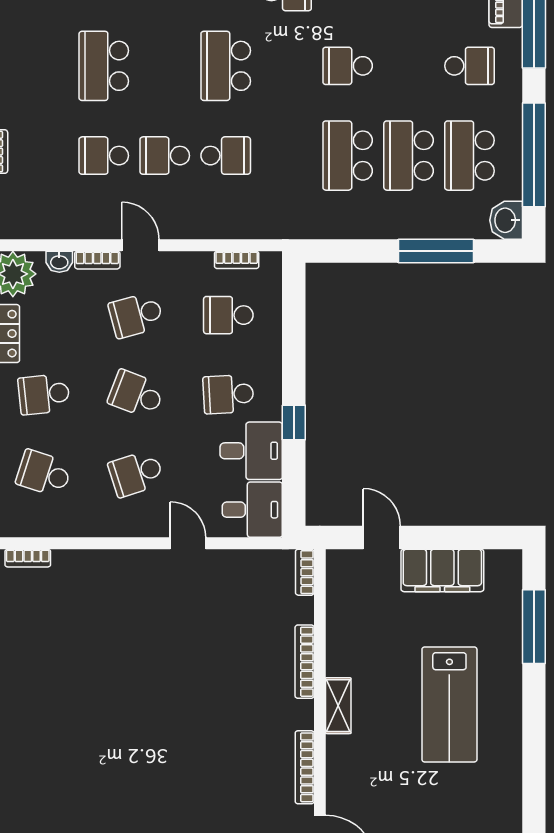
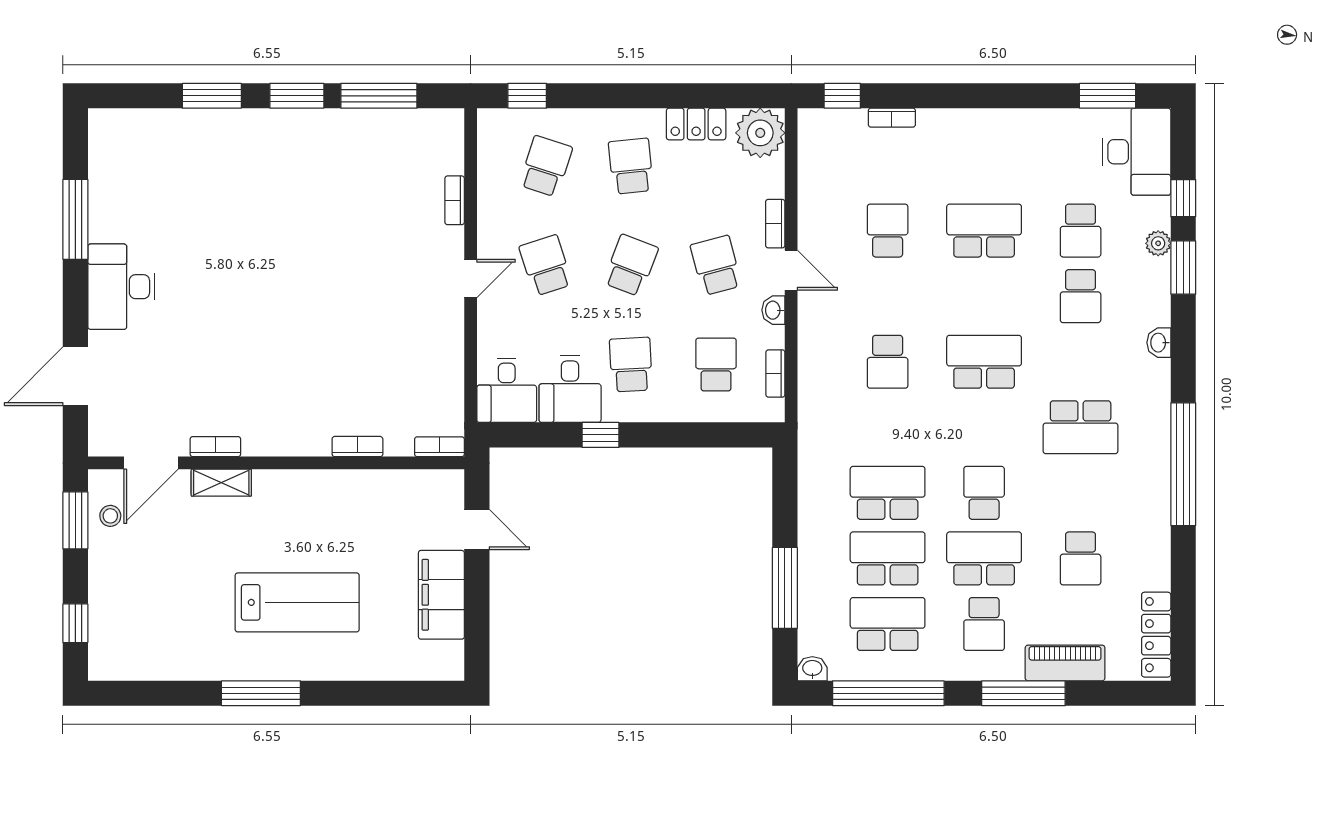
school desk: (165, 156) -> (984, 558), moved, width x1.85
washbasin: (506, 220) -> (812, 669), width x0.72, depth x0.69
door: (140, 245) -> (791, 270), hinge flipped
washbasin: (59, 262) -> (773, 310), moved
door: (382, 537) -> (477, 530), hinge flipped
door: (188, 543) -> (471, 279), moved
bookcase: (28, 558) -> (455, 200), moved
window: (534, 627) -> (261, 693), moved
bookcase: (305, 662) -> (357, 447), width x0.64
lab bench: (449, 704) -> (297, 602), turned 180
shelving: (338, 706) -> (221, 483), moved
bookcase: (305, 767) -> (215, 447), width x0.64

